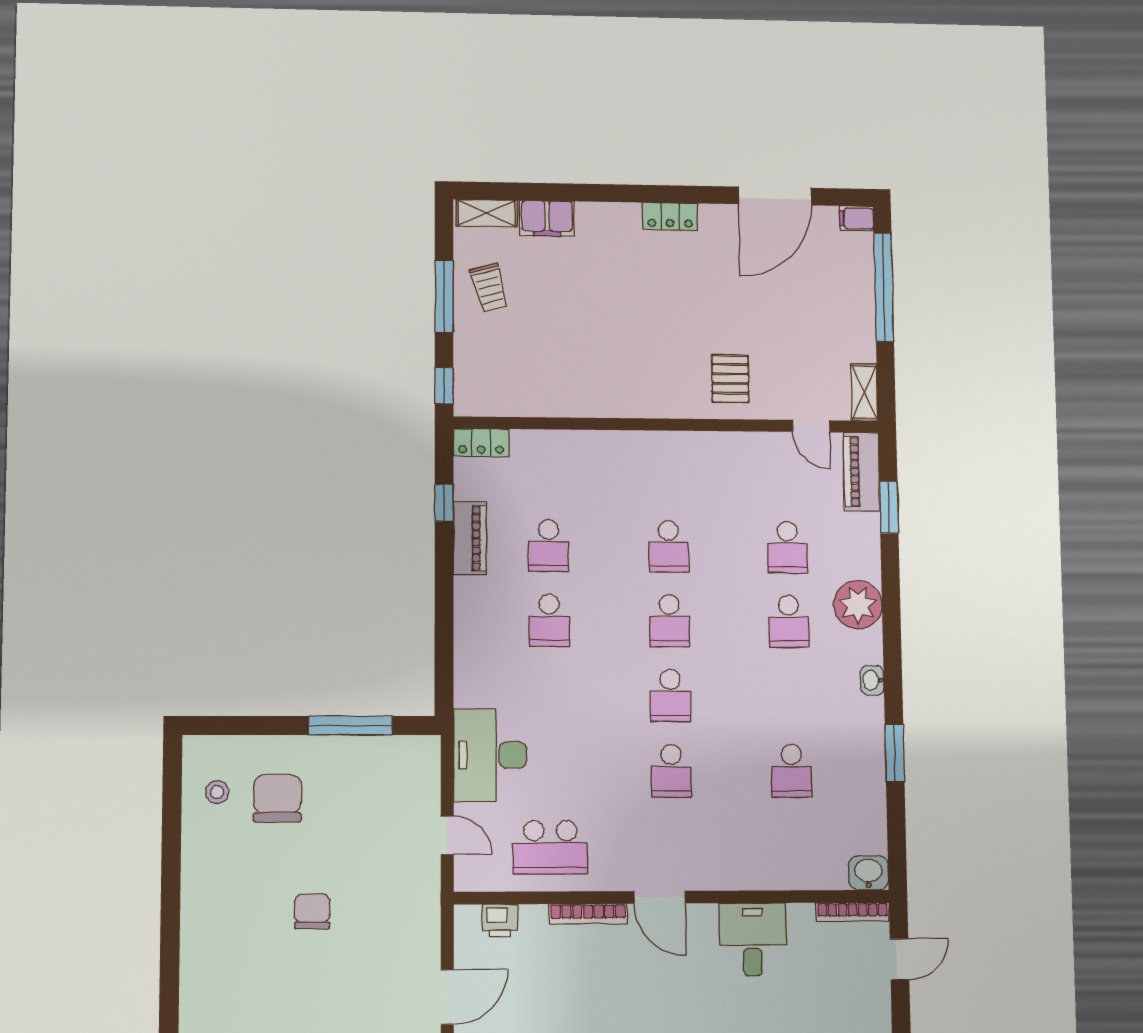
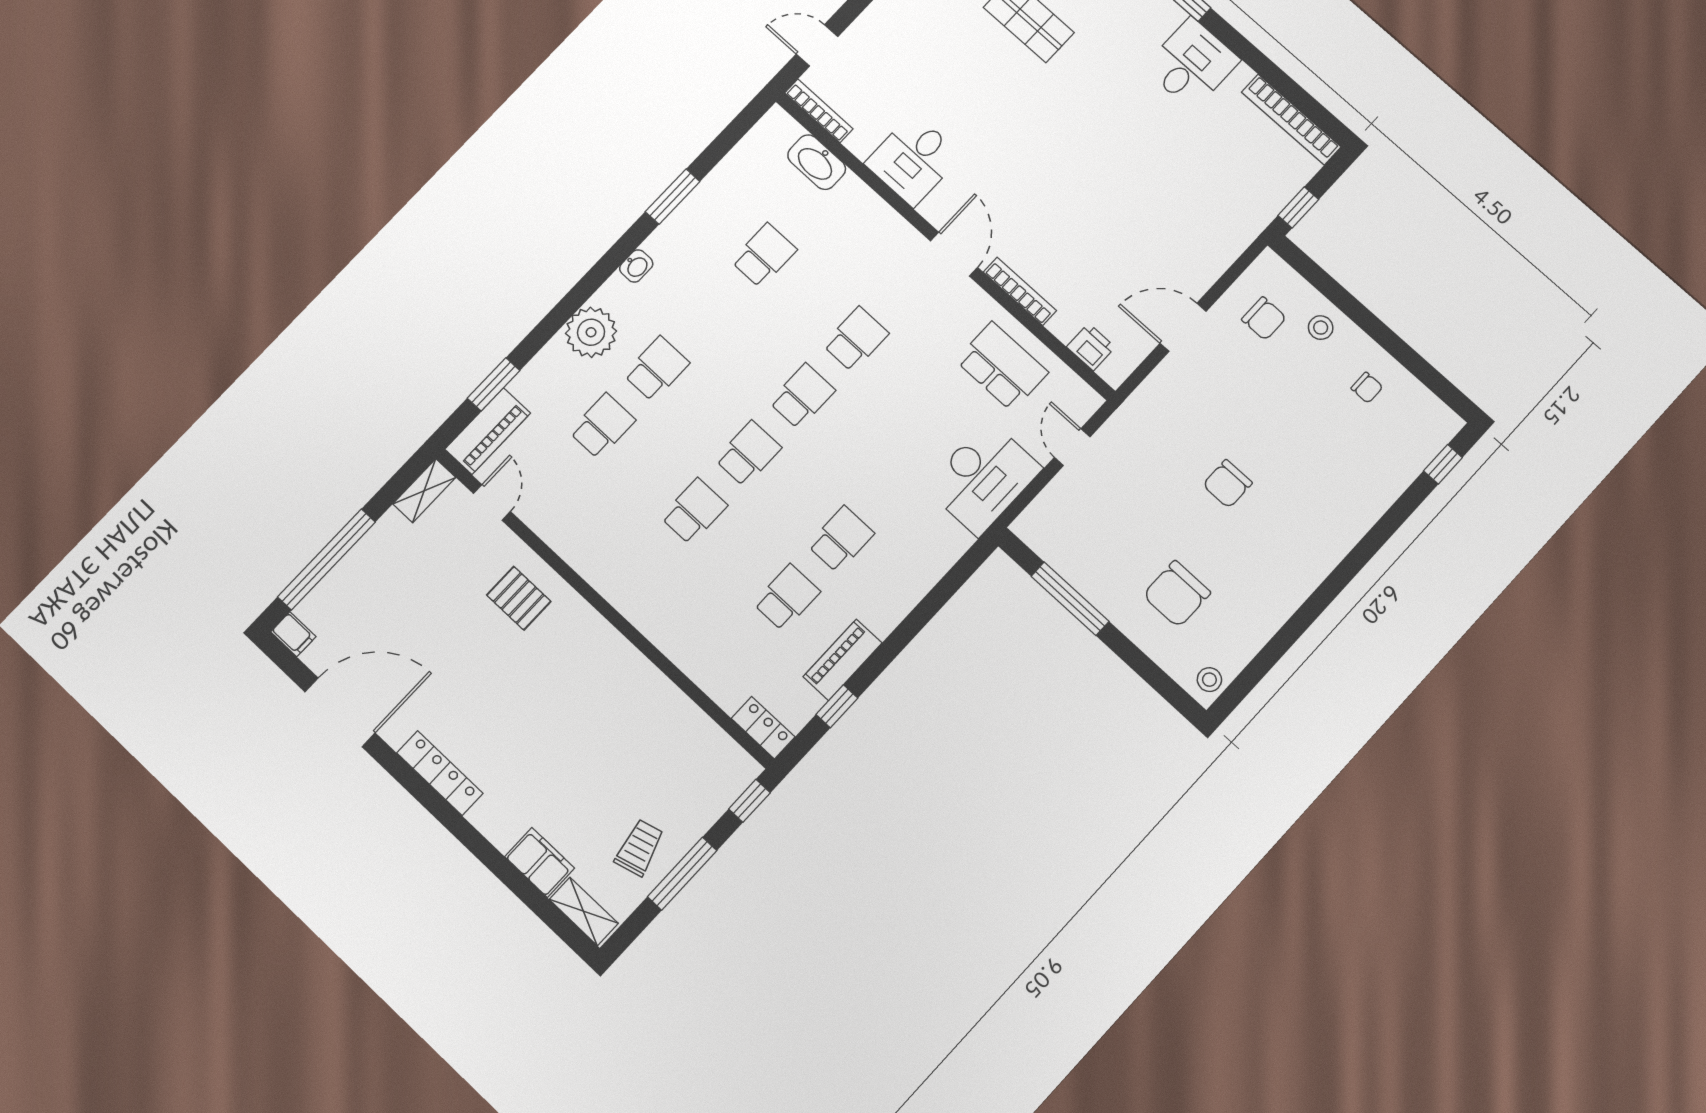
locker: (670, 216) -> (440, 773), width x1.53
pallet: (730, 379) -> (519, 598), turned 90
stool: (217, 792) -> (1209, 680), moved
washbasin: (868, 873) -> (817, 162), moved, width x1.38

